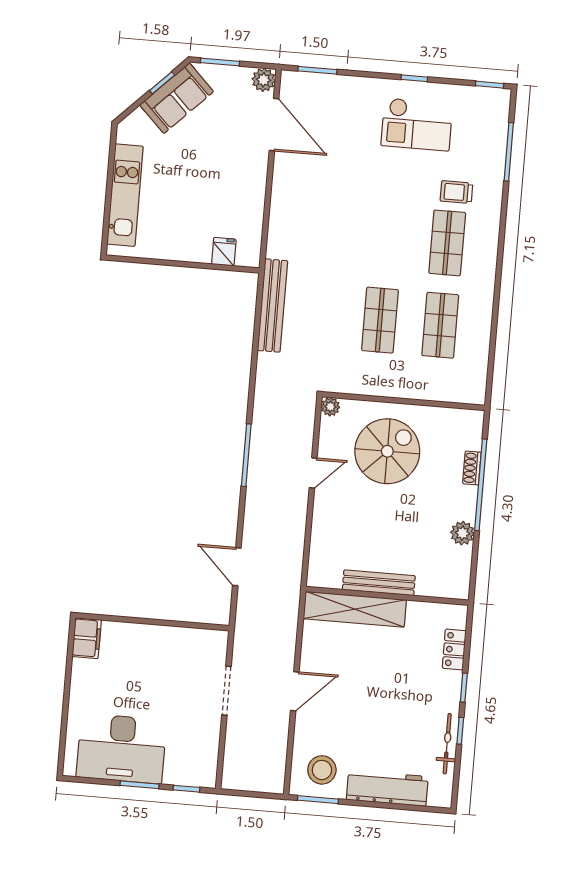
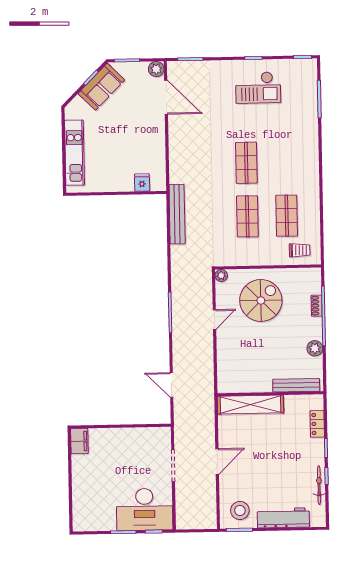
trolley: (456, 192) -> (300, 250), moved, turned 180
shop shelf: (447, 243) -> (246, 163), moved
bench: (379, 583) -> (296, 385), moved
desk: (121, 749) -> (144, 509), moved

